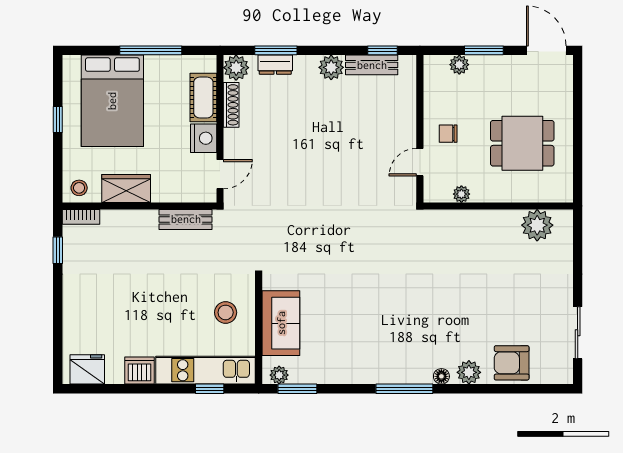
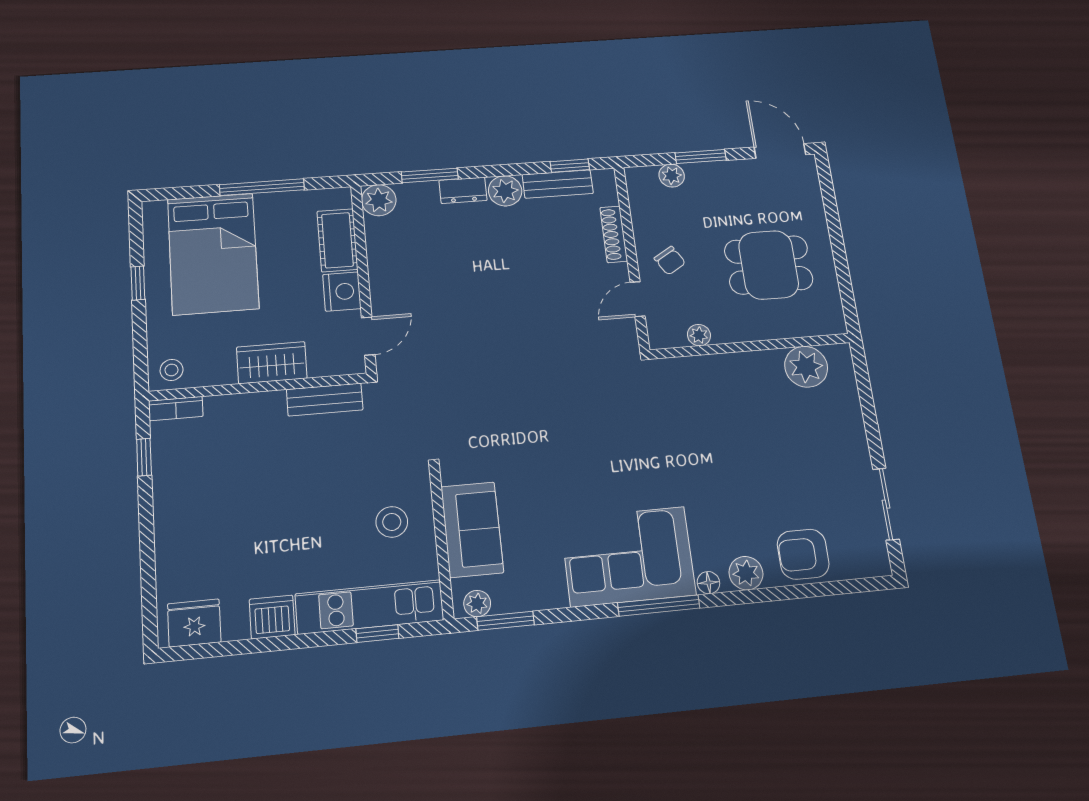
dresser: (275, 65) -> (463, 190), moved
shoe rack: (231, 105) -> (614, 234), moved, turned 180
chair: (448, 134) -> (670, 261), turned -121
wardrobe: (126, 188) -> (272, 363), moved
corner sofa: (387, 353) -> (628, 557), added

